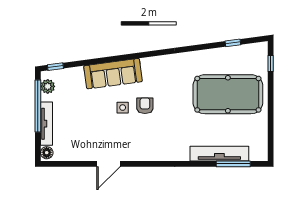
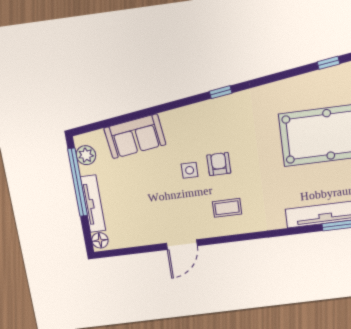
window: (55, 67) -> (221, 92), moved
sofa: (113, 74) -> (135, 136), moved, width x0.73
coffee table: (147, 140) -> (227, 208), added

